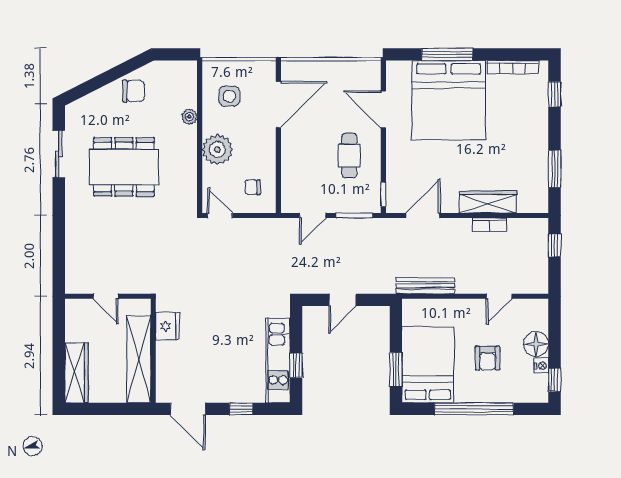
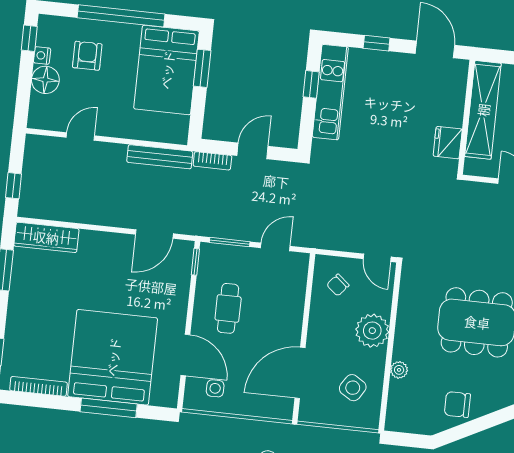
side table: (353, 82) -> (215, 388), added
side table: (229, 96) -> (353, 388), turned 32
chair: (253, 187) -> (338, 285), turned 130
wardrobe: (488, 202) -> (46, 237), moved
bookcase: (489, 225) -> (212, 161), moved, turned 180
armchair: (487, 358) -> (87, 56), moved

